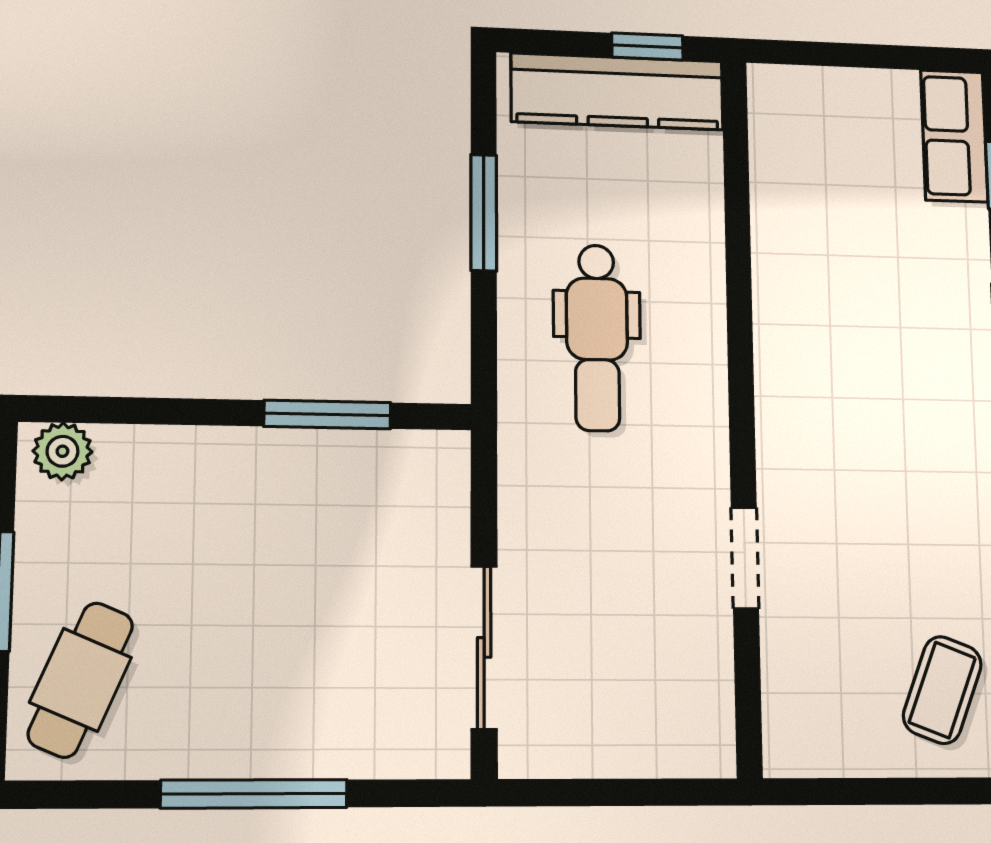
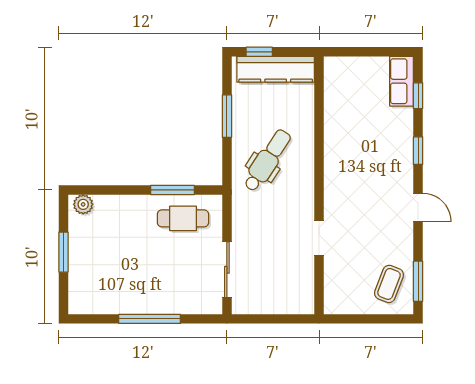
window: (647, 46) -> (259, 52), moved
dental chair: (597, 337) -> (267, 160), turned -147
cafe table: (81, 680) -> (183, 218), moved, turned 67

